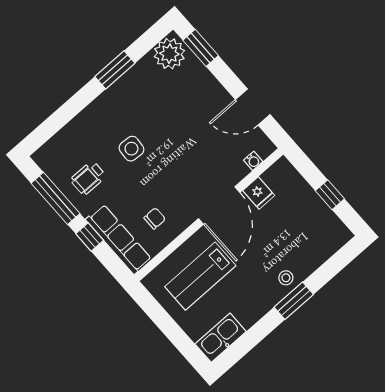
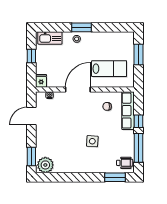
window: (115, 70) -> (115, 177), moved
door: (253, 107) -> (31, 116), swing flipped
wheelchair: (88, 178) -> (125, 163), moved
fridge: (259, 193) -> (41, 81), moved
window: (176, 335) -> (139, 54), added
kitchen sink: (221, 338) -> (50, 38), moved

